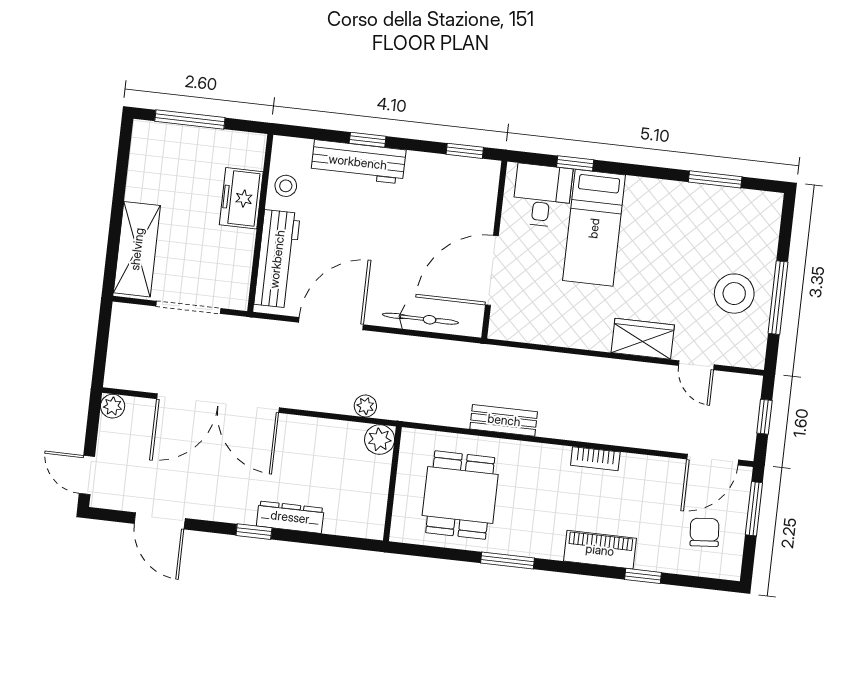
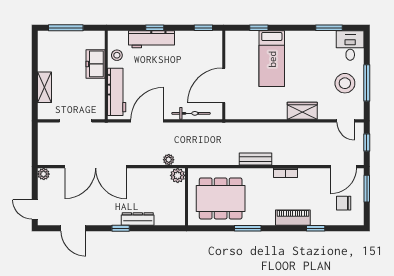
desk: (542, 195) -> (350, 46), moved
shelving: (137, 249) -> (45, 87), width x0.67, depth x0.75
door: (696, 365) -> (346, 121), moved
bench: (504, 420) -> (256, 159), moved
dining table: (460, 495) -> (221, 198), width x1.37
chair: (704, 532) -> (344, 203), turned -85

